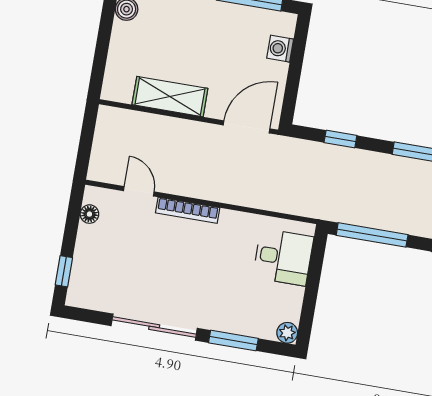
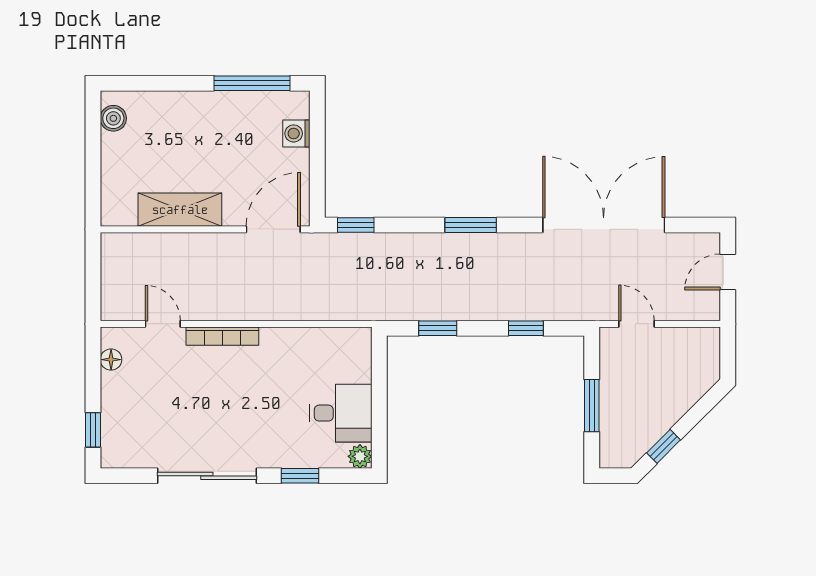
window: (340, 139) -> (356, 225), moved
window: (372, 235) -> (438, 328), width x0.46
desk: (283, 257) -> (341, 413), moved
window: (233, 341) -> (300, 476), width x0.67

